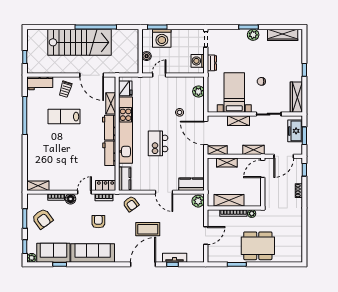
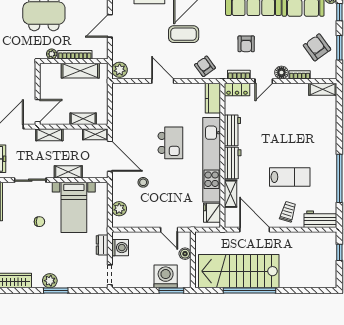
stairs: (80, 42) -> (239, 271), moved
door: (159, 75) -> (169, 230), hinge flipped
kitchen counter: (191, 184) -> (128, 91), removed

